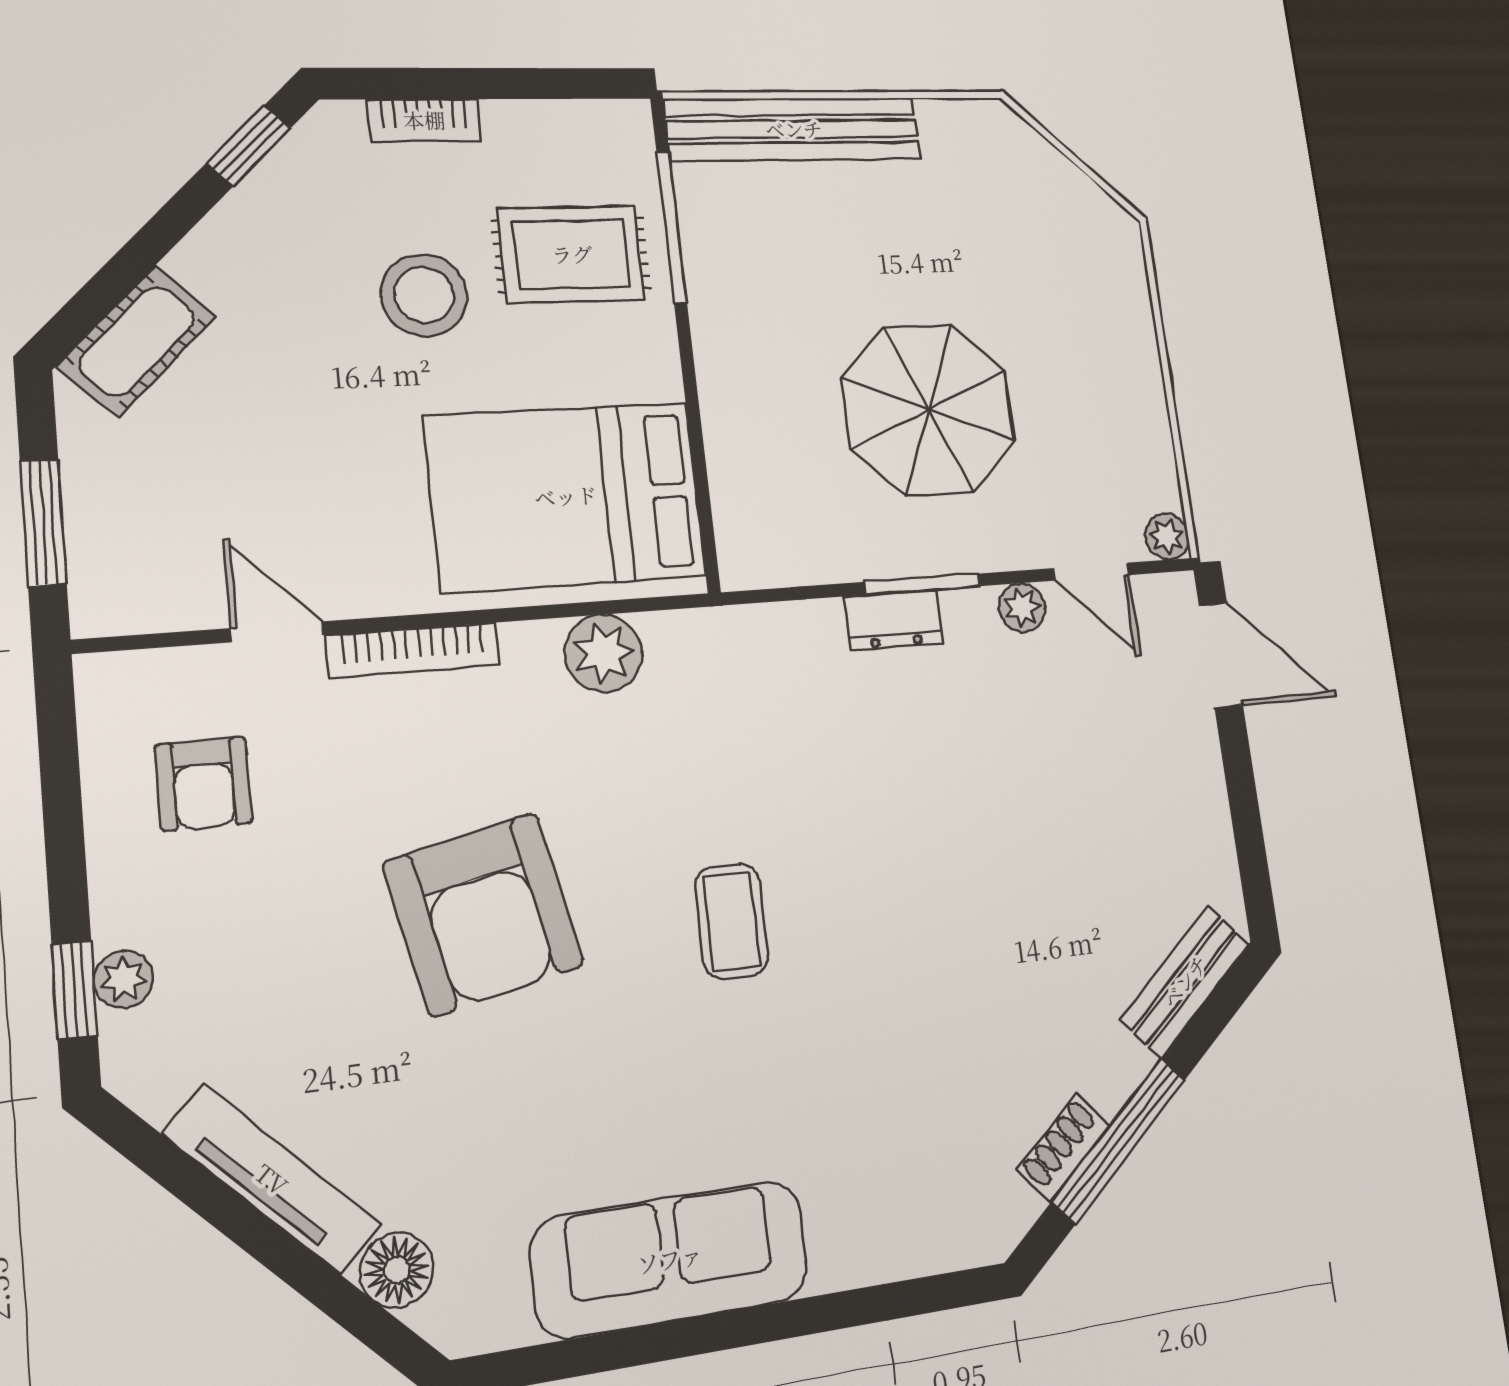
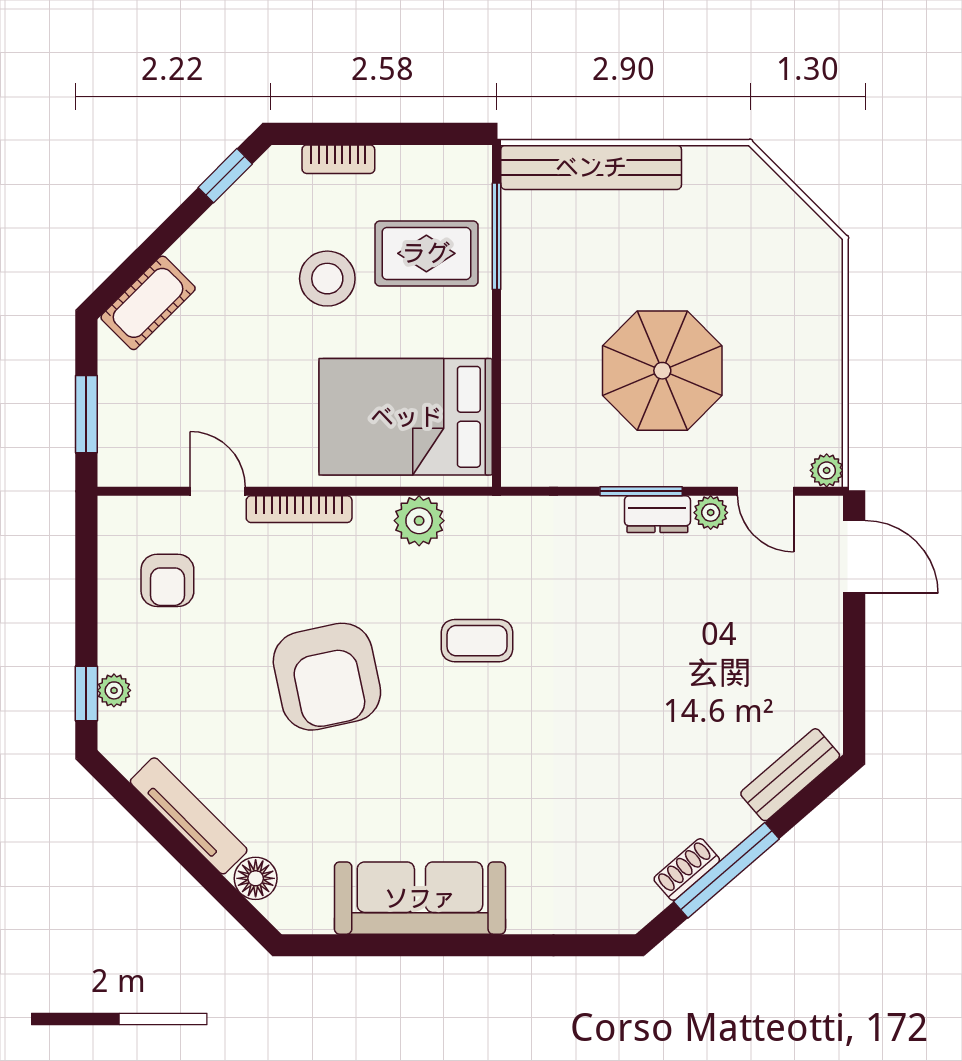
dresser: (894, 620) -> (657, 514), moved
coffee table: (732, 921) -> (477, 641), moved, turned 90

